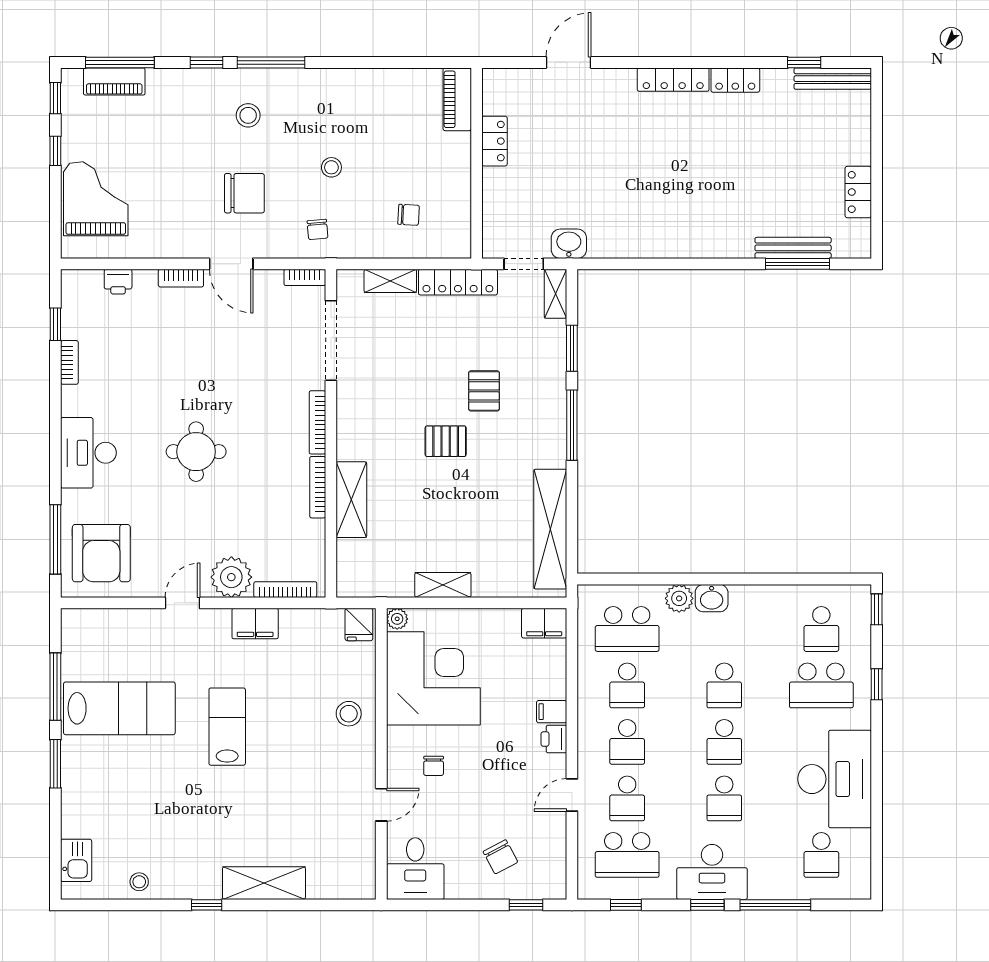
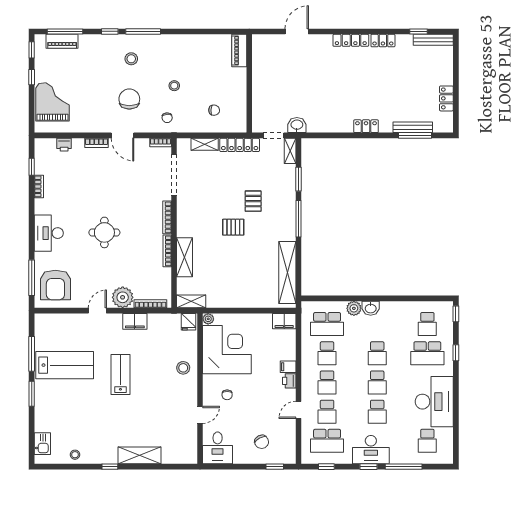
locker: (494, 141) -> (366, 126), moved, turned -90
chair: (244, 193) -> (129, 99), turned -90
shelving: (443, 585) -> (191, 301), moved

